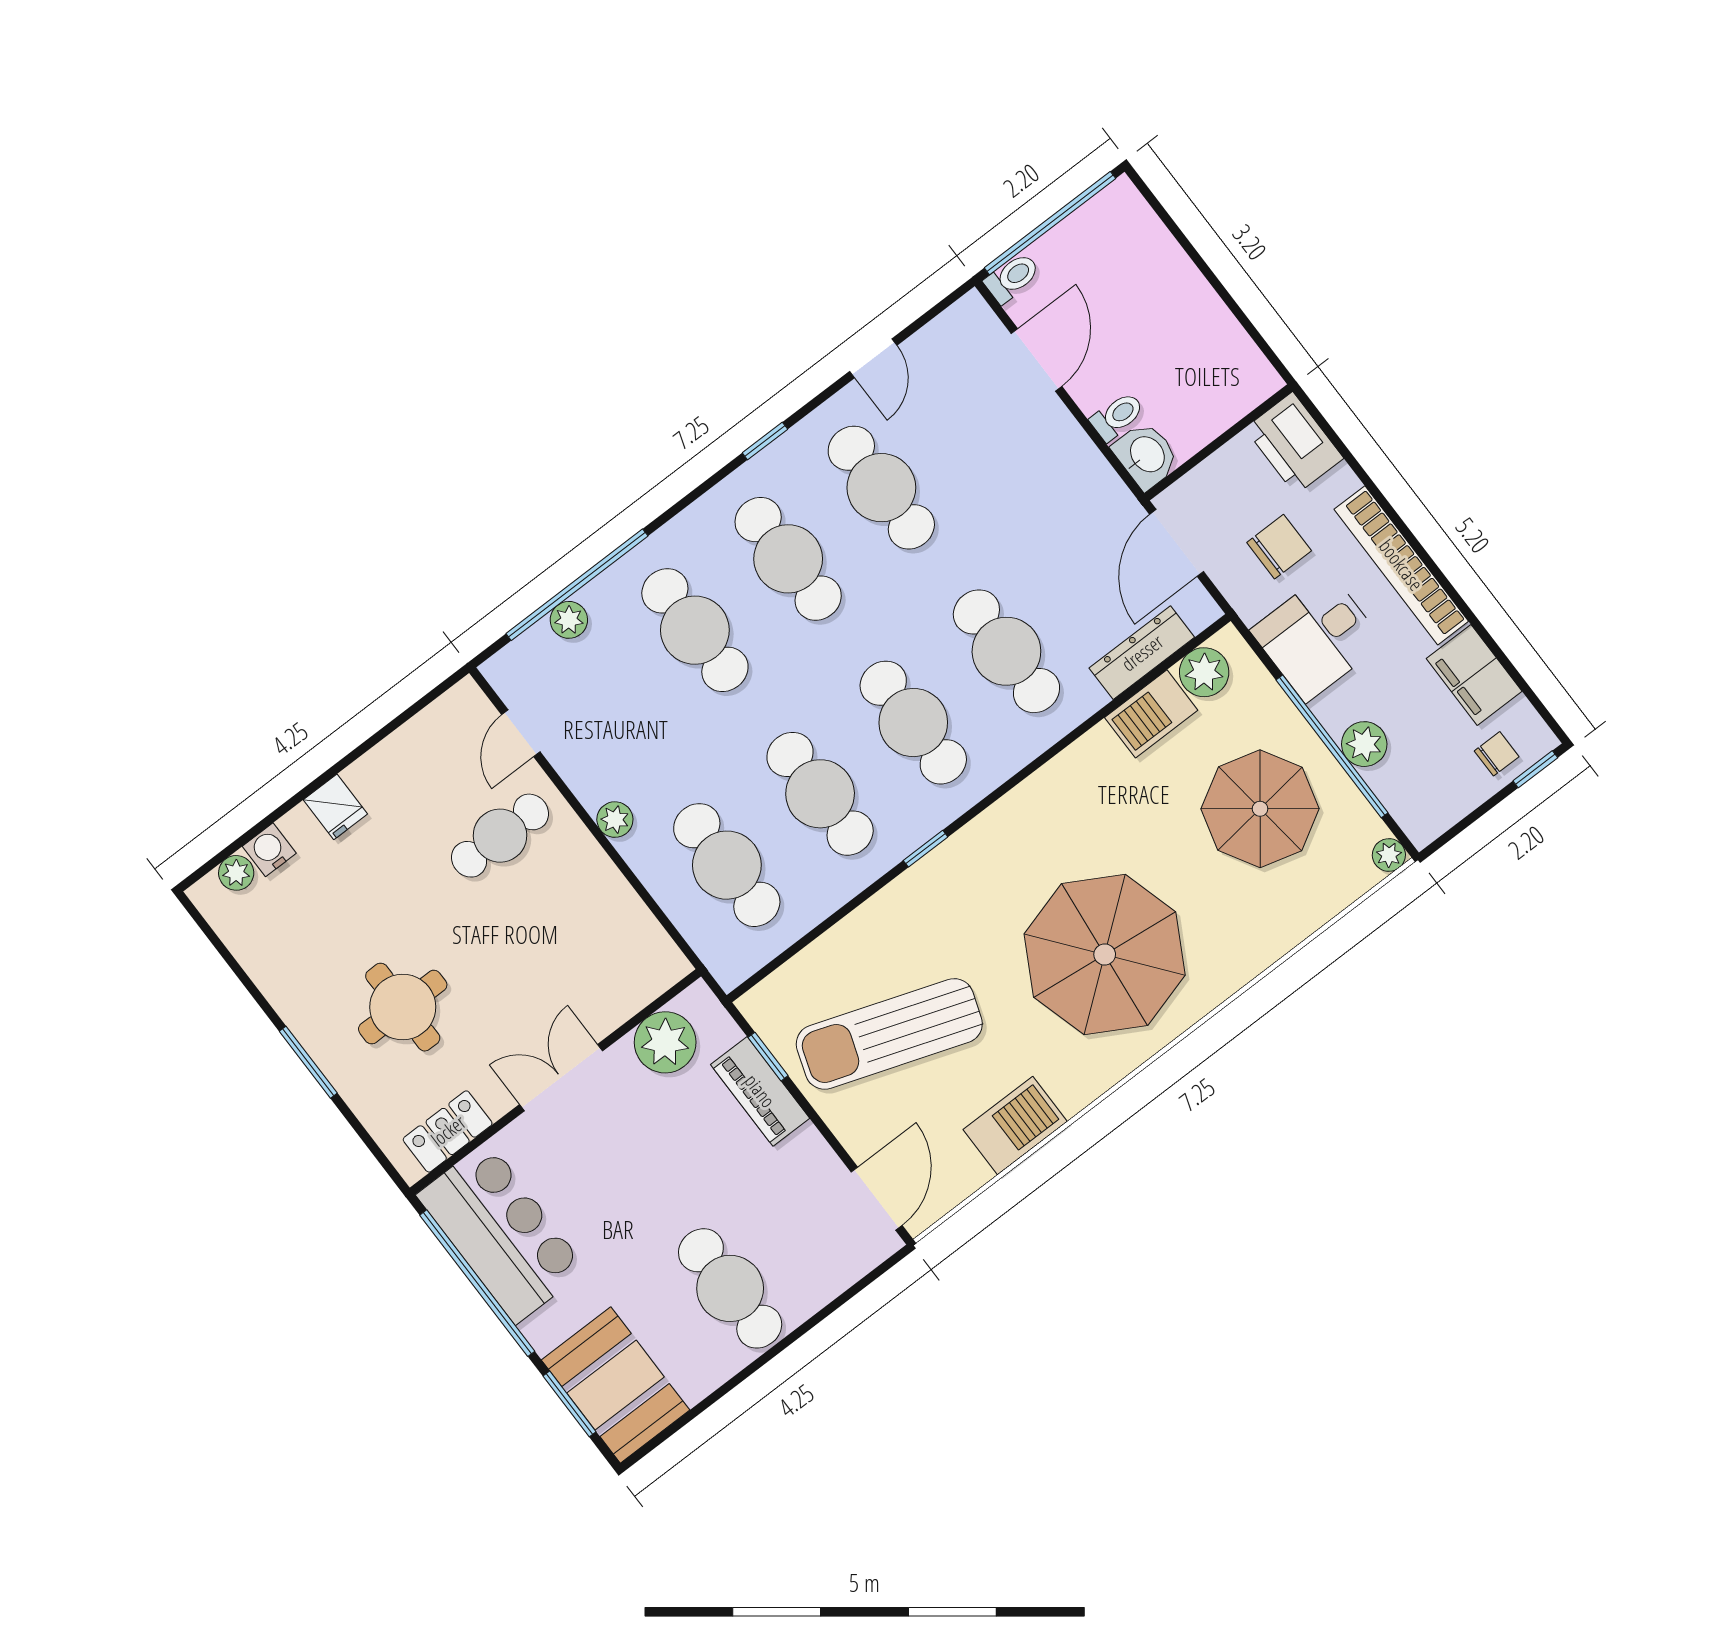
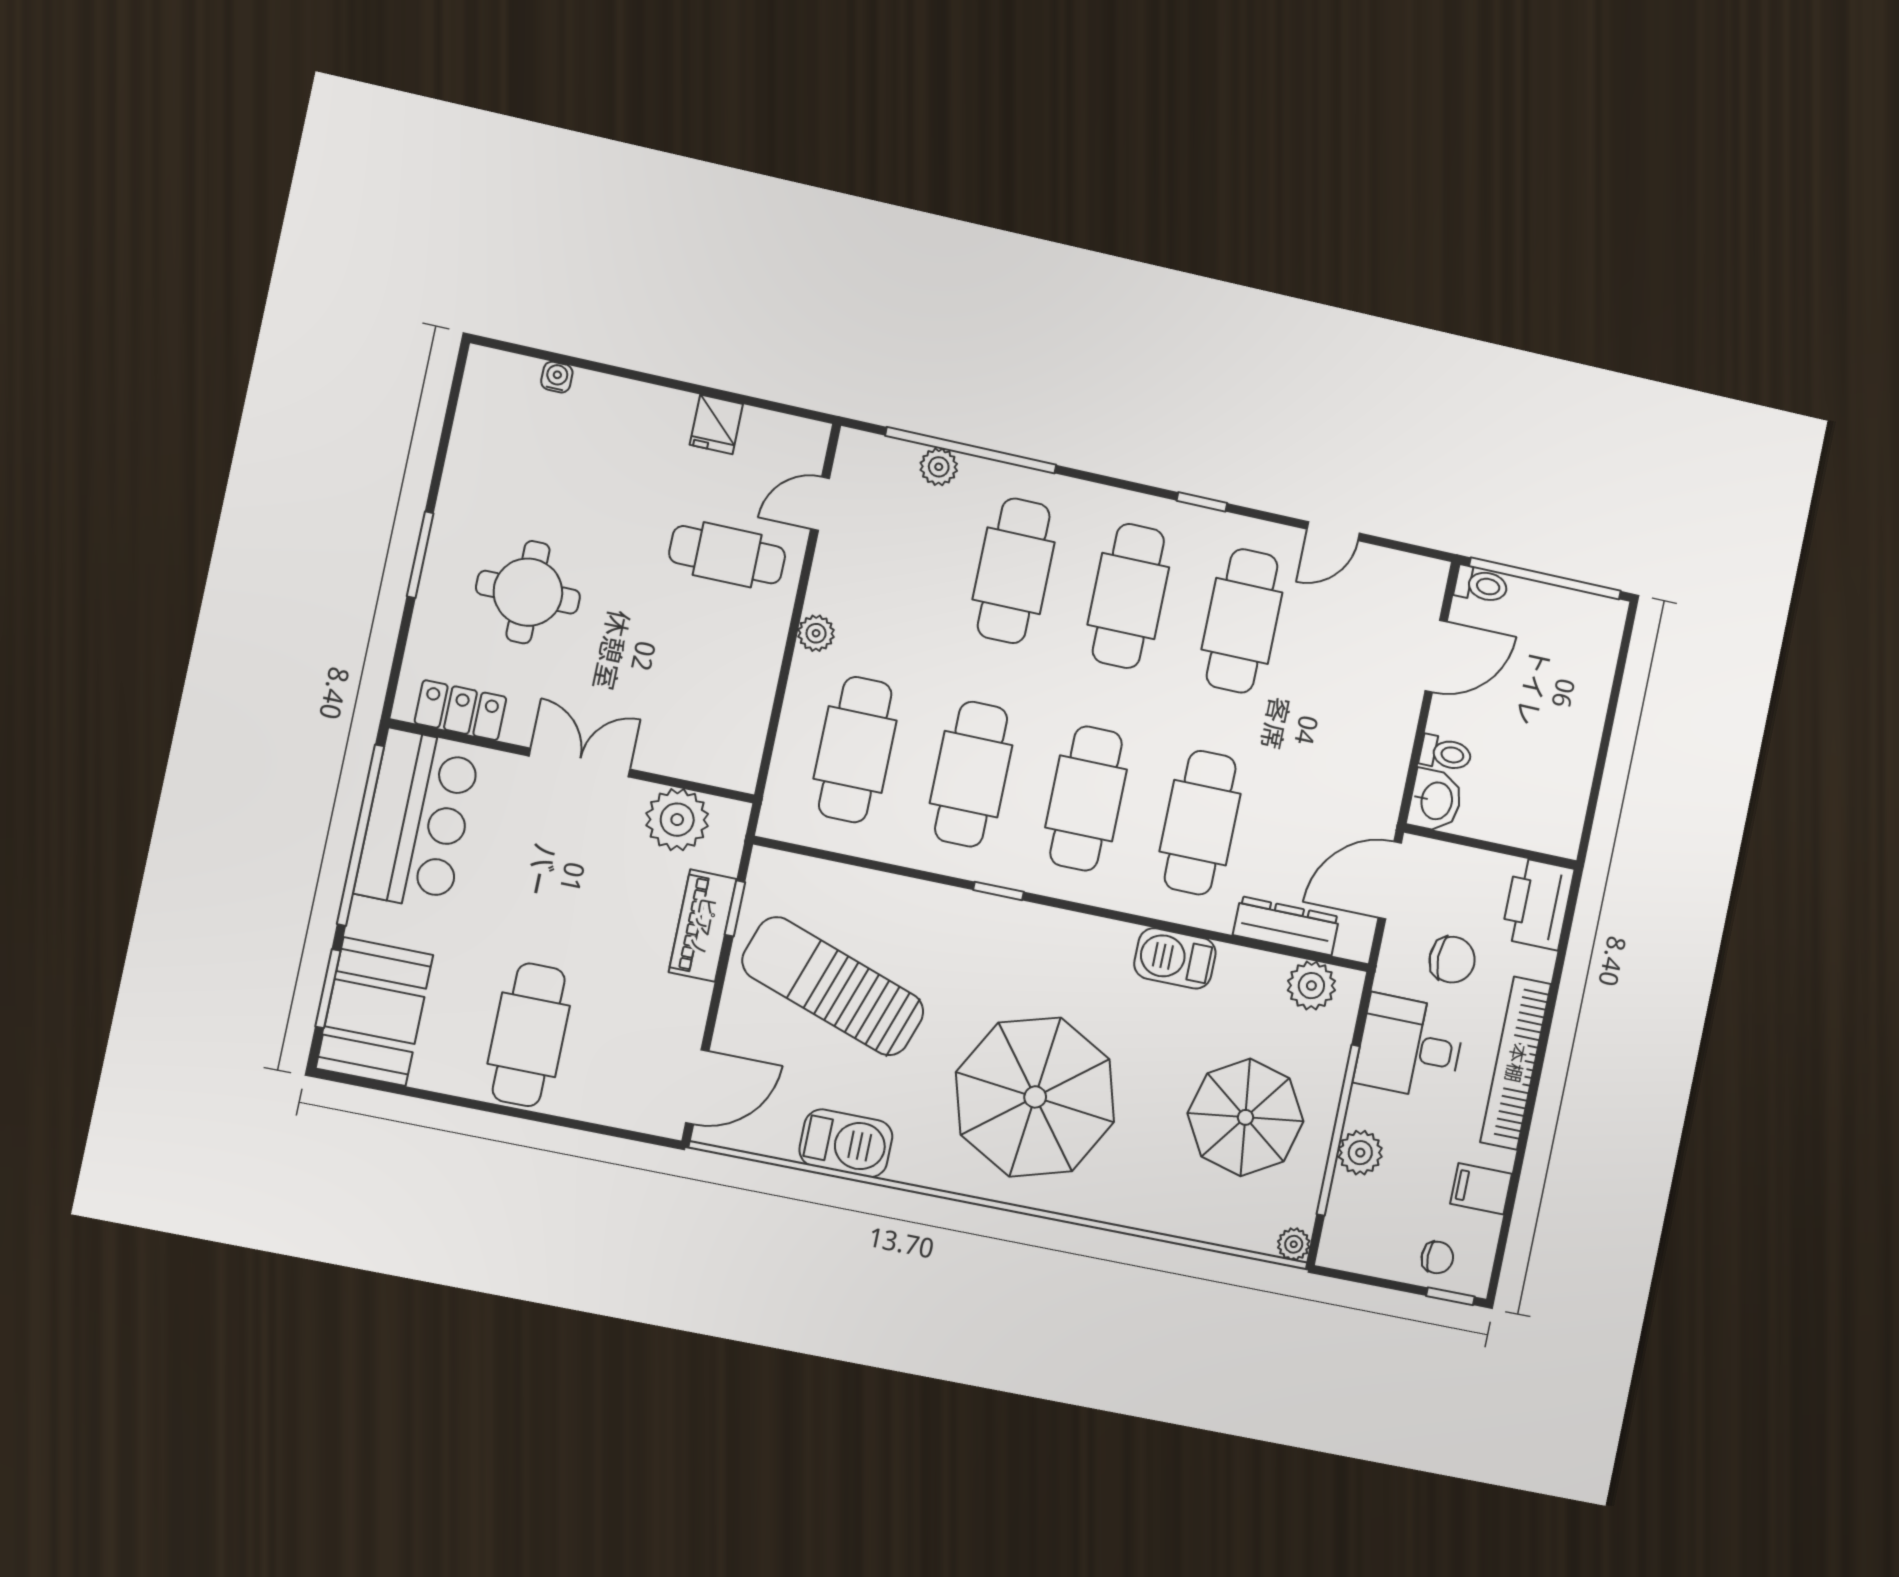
filing cabinet: (1474, 675) -> (1481, 1189), width x0.50
barbecue: (1151, 714) -> (1175, 958), moved
fridge: (335, 807) -> (716, 424), moved
water cooler: (269, 850) -> (557, 377), width x0.72, depth x0.72
plant: (236, 873) -> (521, 373), removed

